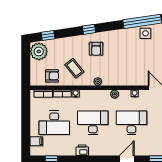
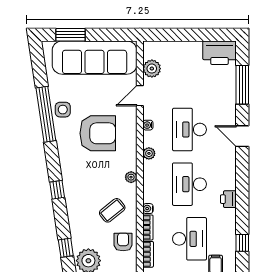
armchair: (96, 49) -> (98, 133), moved, width x1.88, depth x1.88

